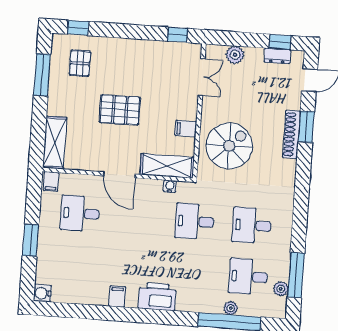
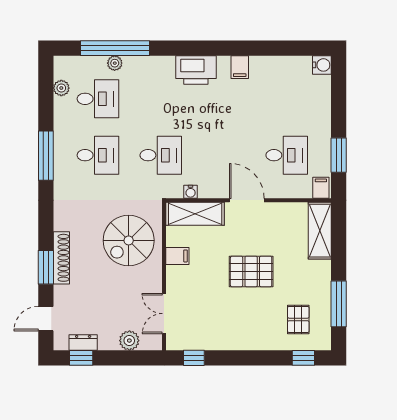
window: (31, 240) -> (339, 155), moved
window: (296, 275) -> (46, 156), moved

